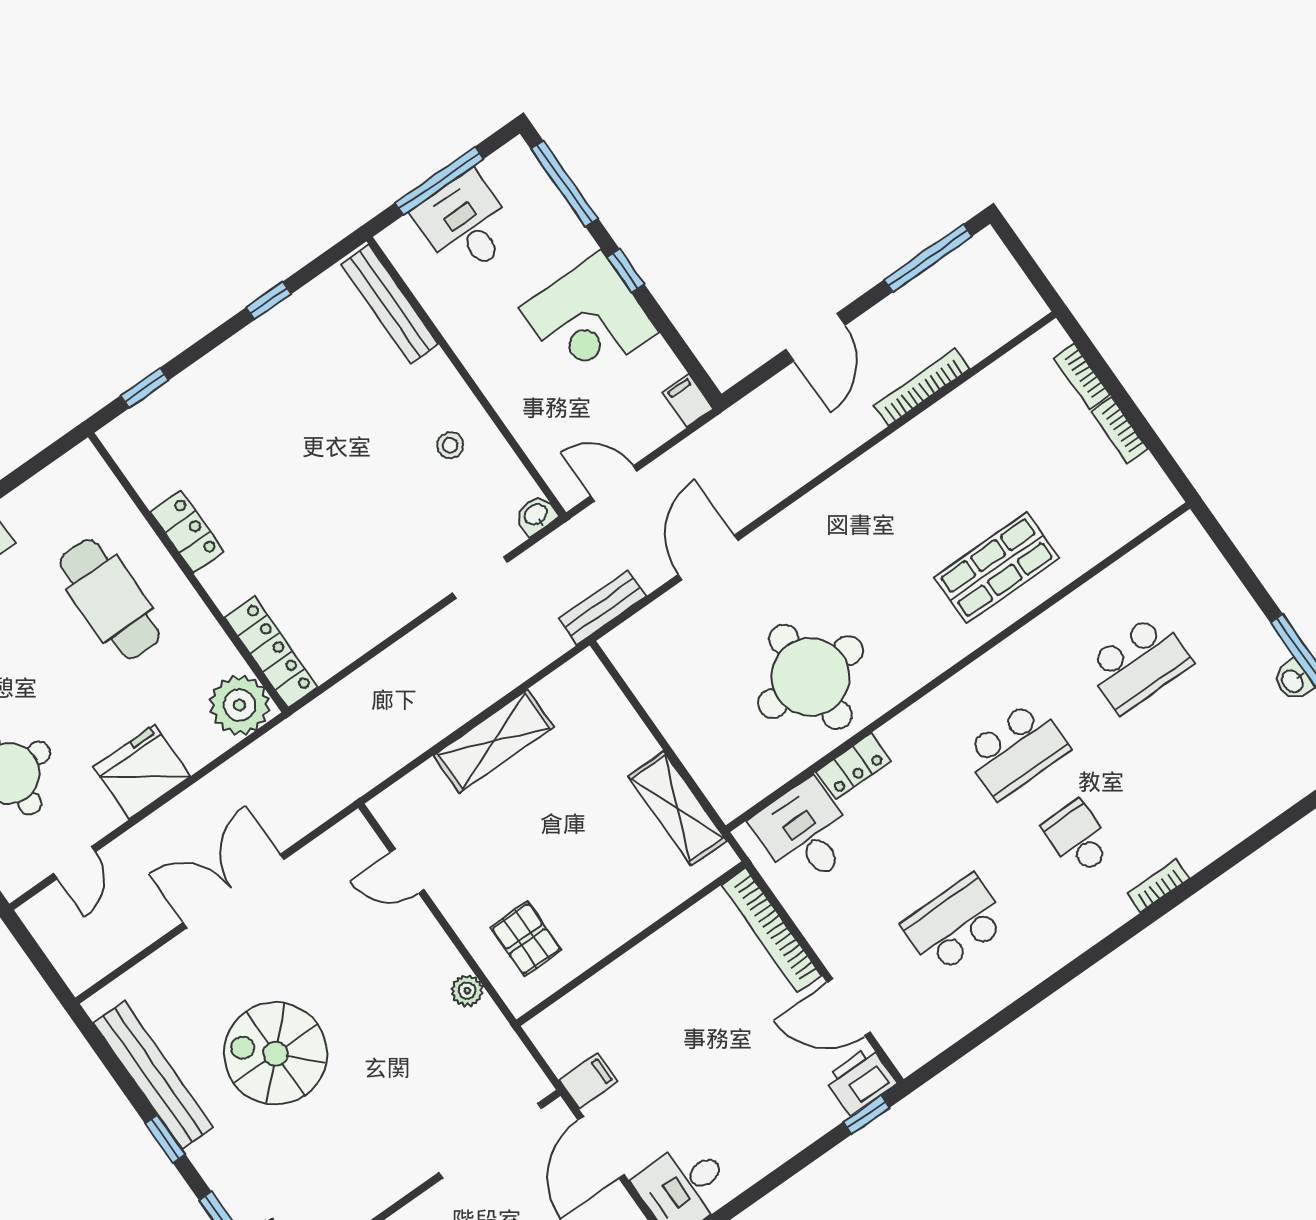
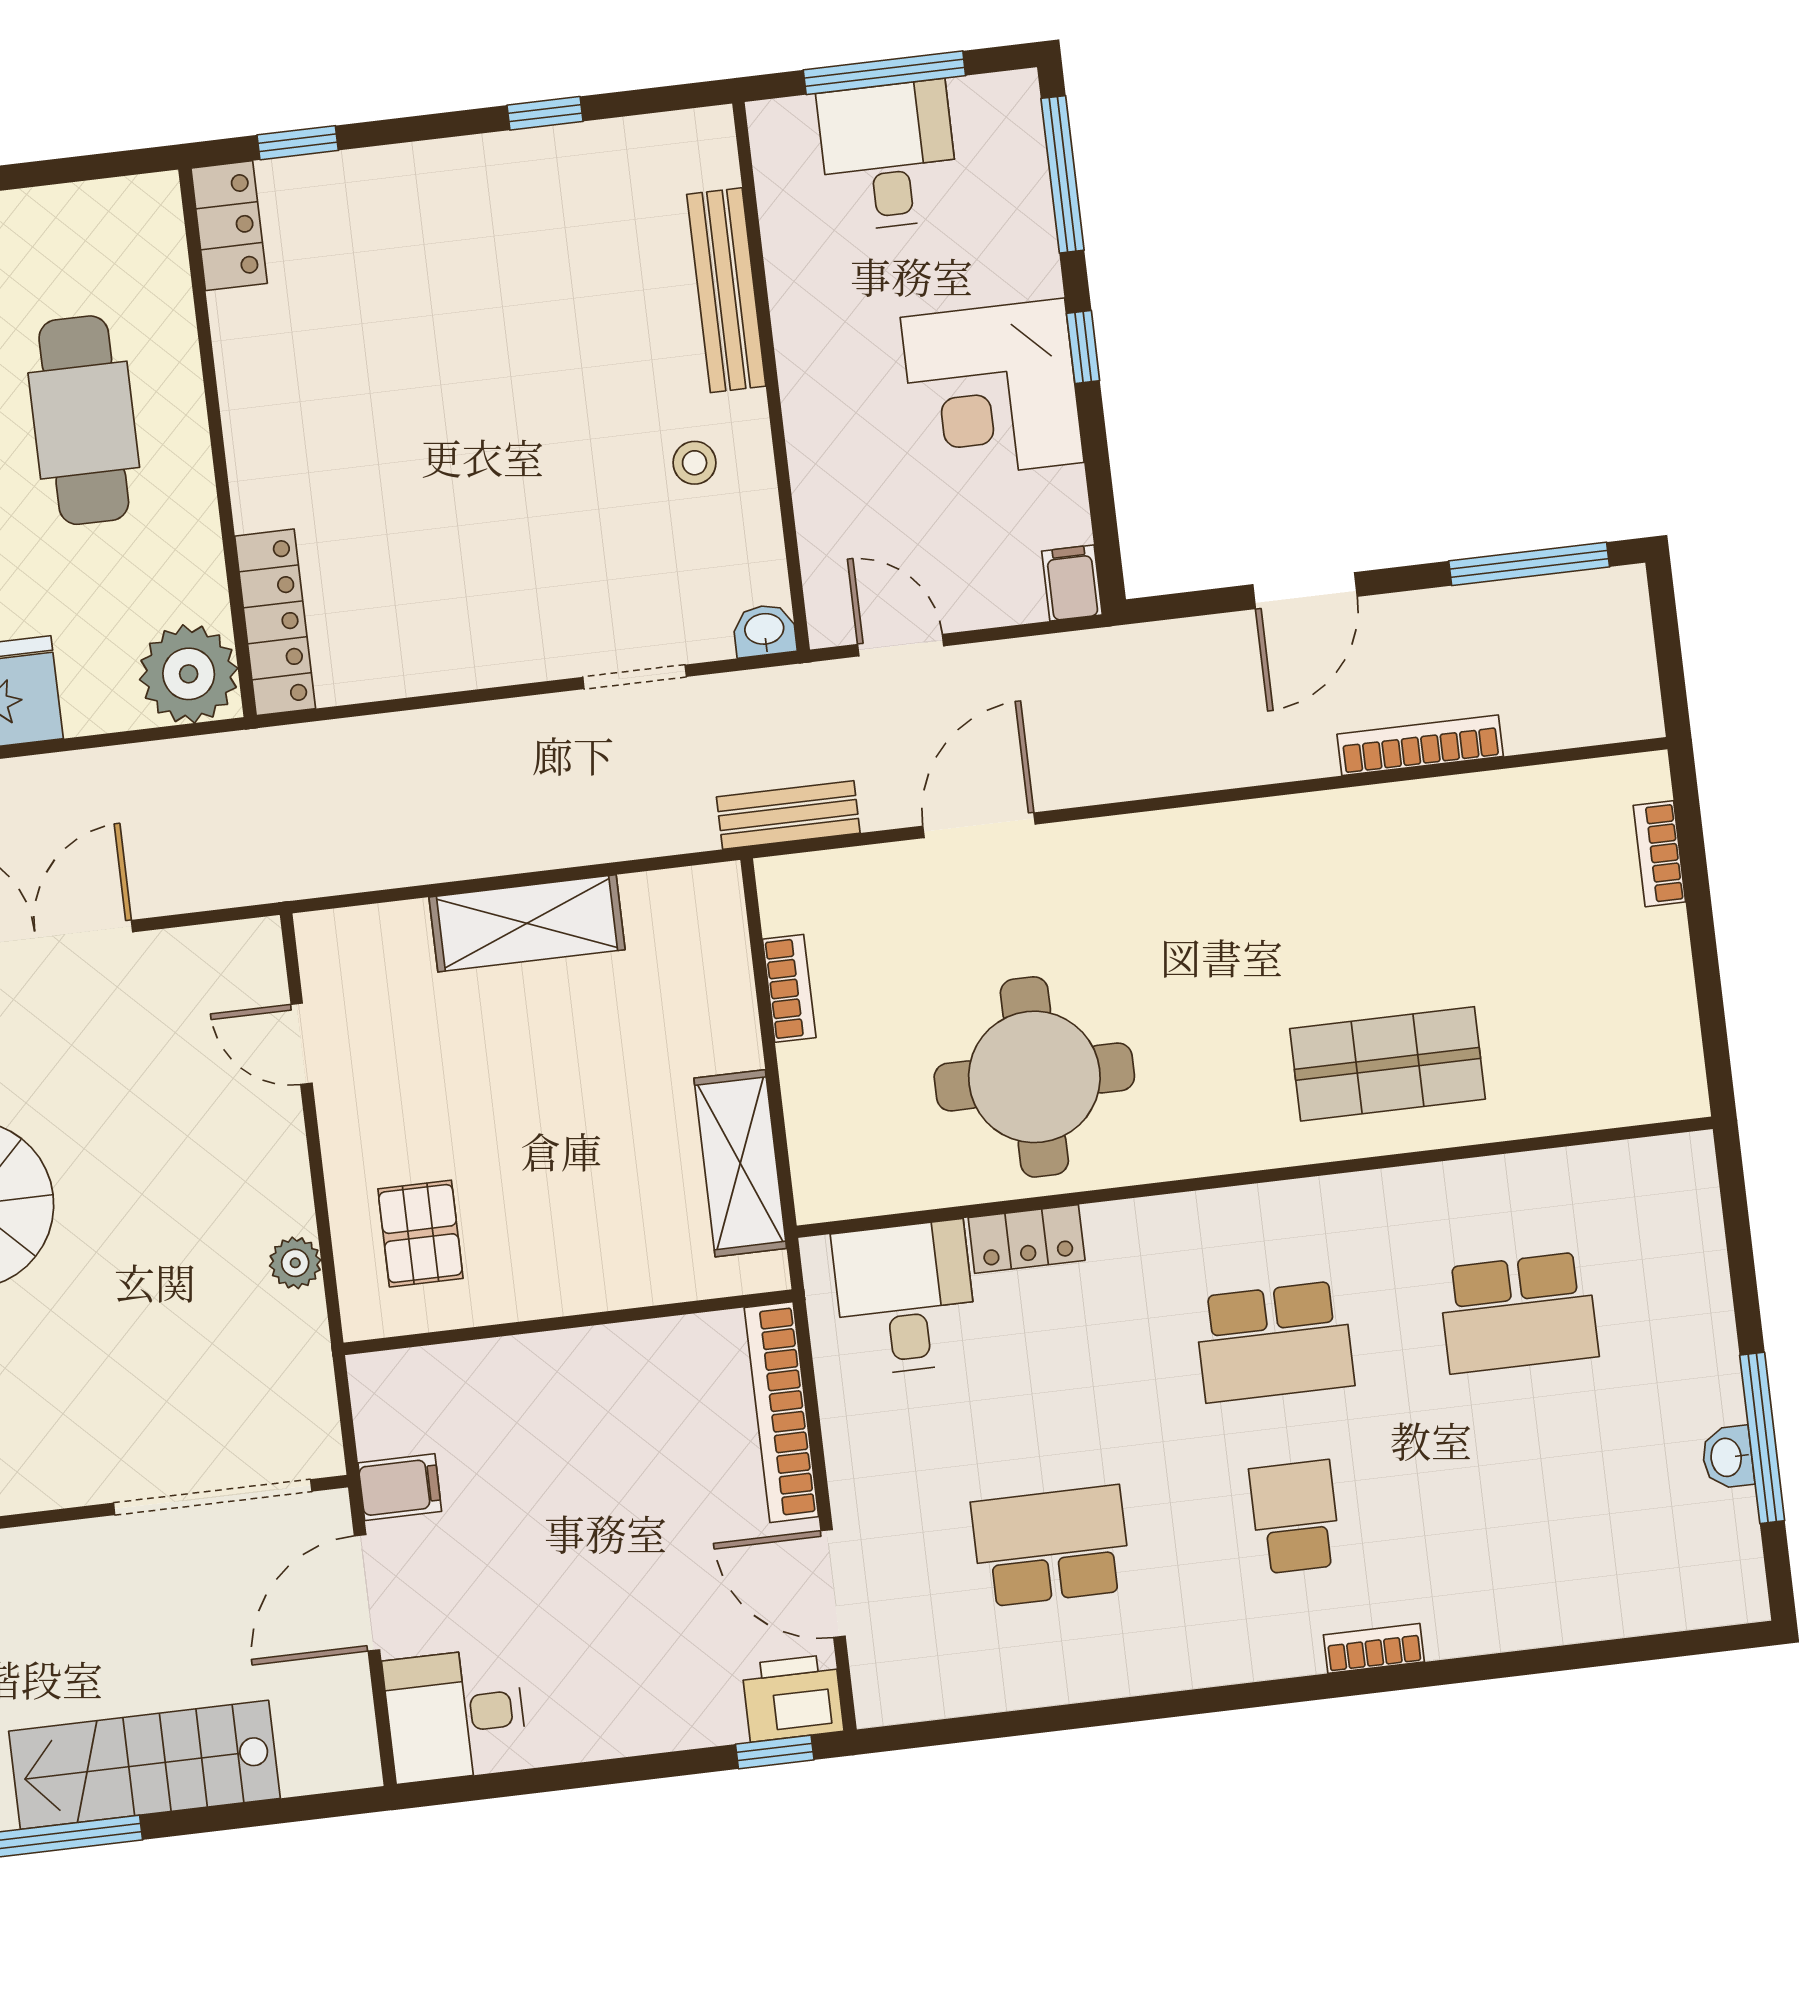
bench: (390, 304) -> (726, 290), moved
bookcase: (1119, 430) -> (789, 988), moved, turned 180
locker: (187, 532) -> (229, 226), moved

